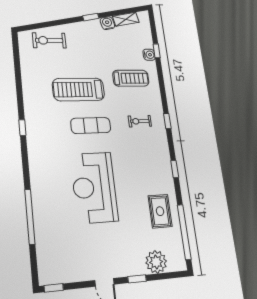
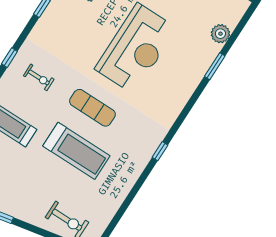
window: (30, 217) -> (215, 66), width x0.47
plant: (44, 244) -> (220, 34), added

